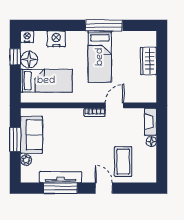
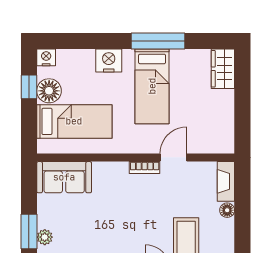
nightstand: (56, 39) -> (109, 60), moved
wardrobe: (148, 61) -> (223, 69), moved
sofa: (32, 135) -> (64, 177), moved, turned 90
window: (15, 139) -> (29, 232), moved

